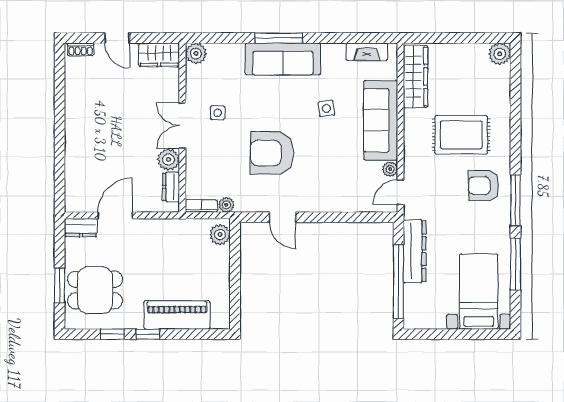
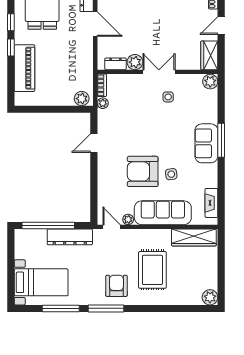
sofa: (283, 59) -> (206, 143), width x0.73
armchair: (272, 153) -> (143, 171), moved, turned -90

